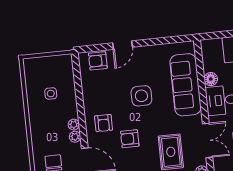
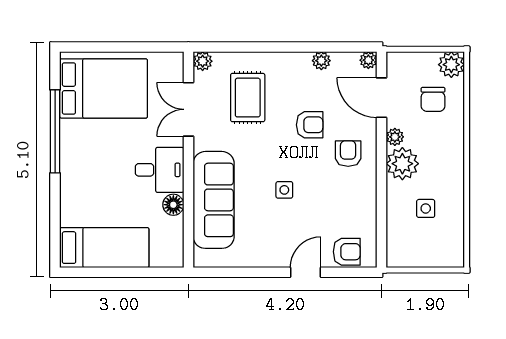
side table: (141, 96) -> (284, 190), width x0.54, depth x0.54
plant: (74, 125) -> (402, 164), width x1.87, depth x1.87

